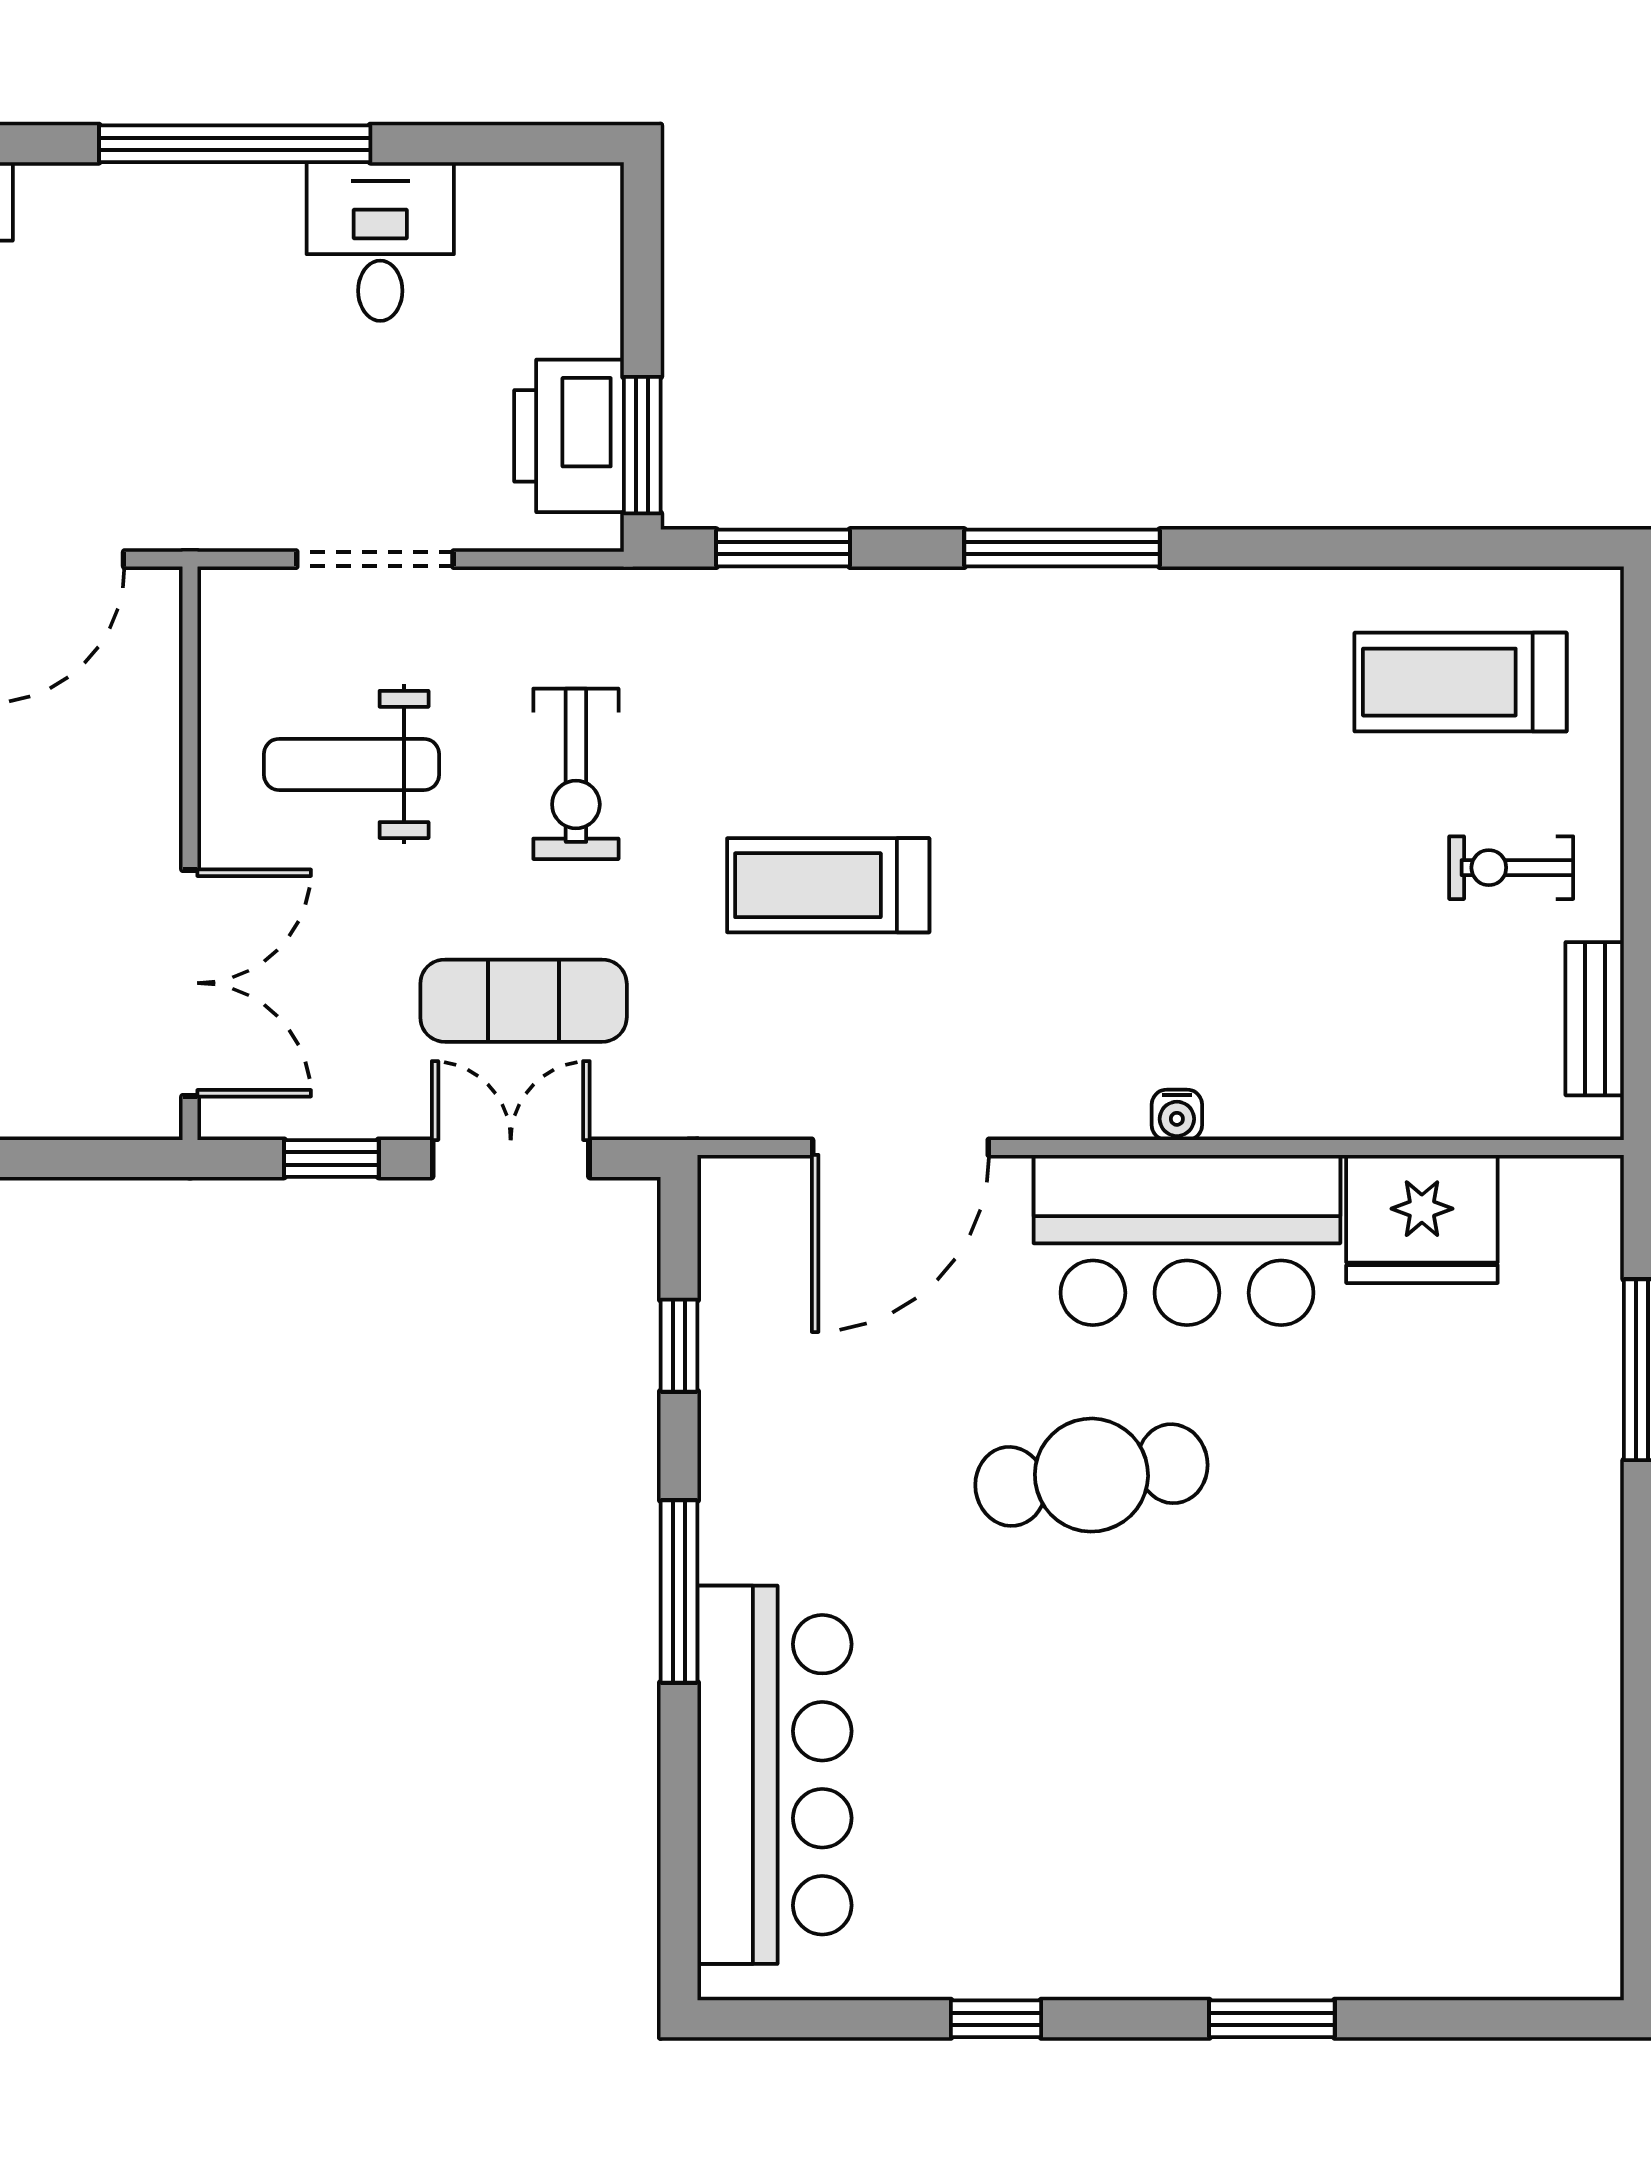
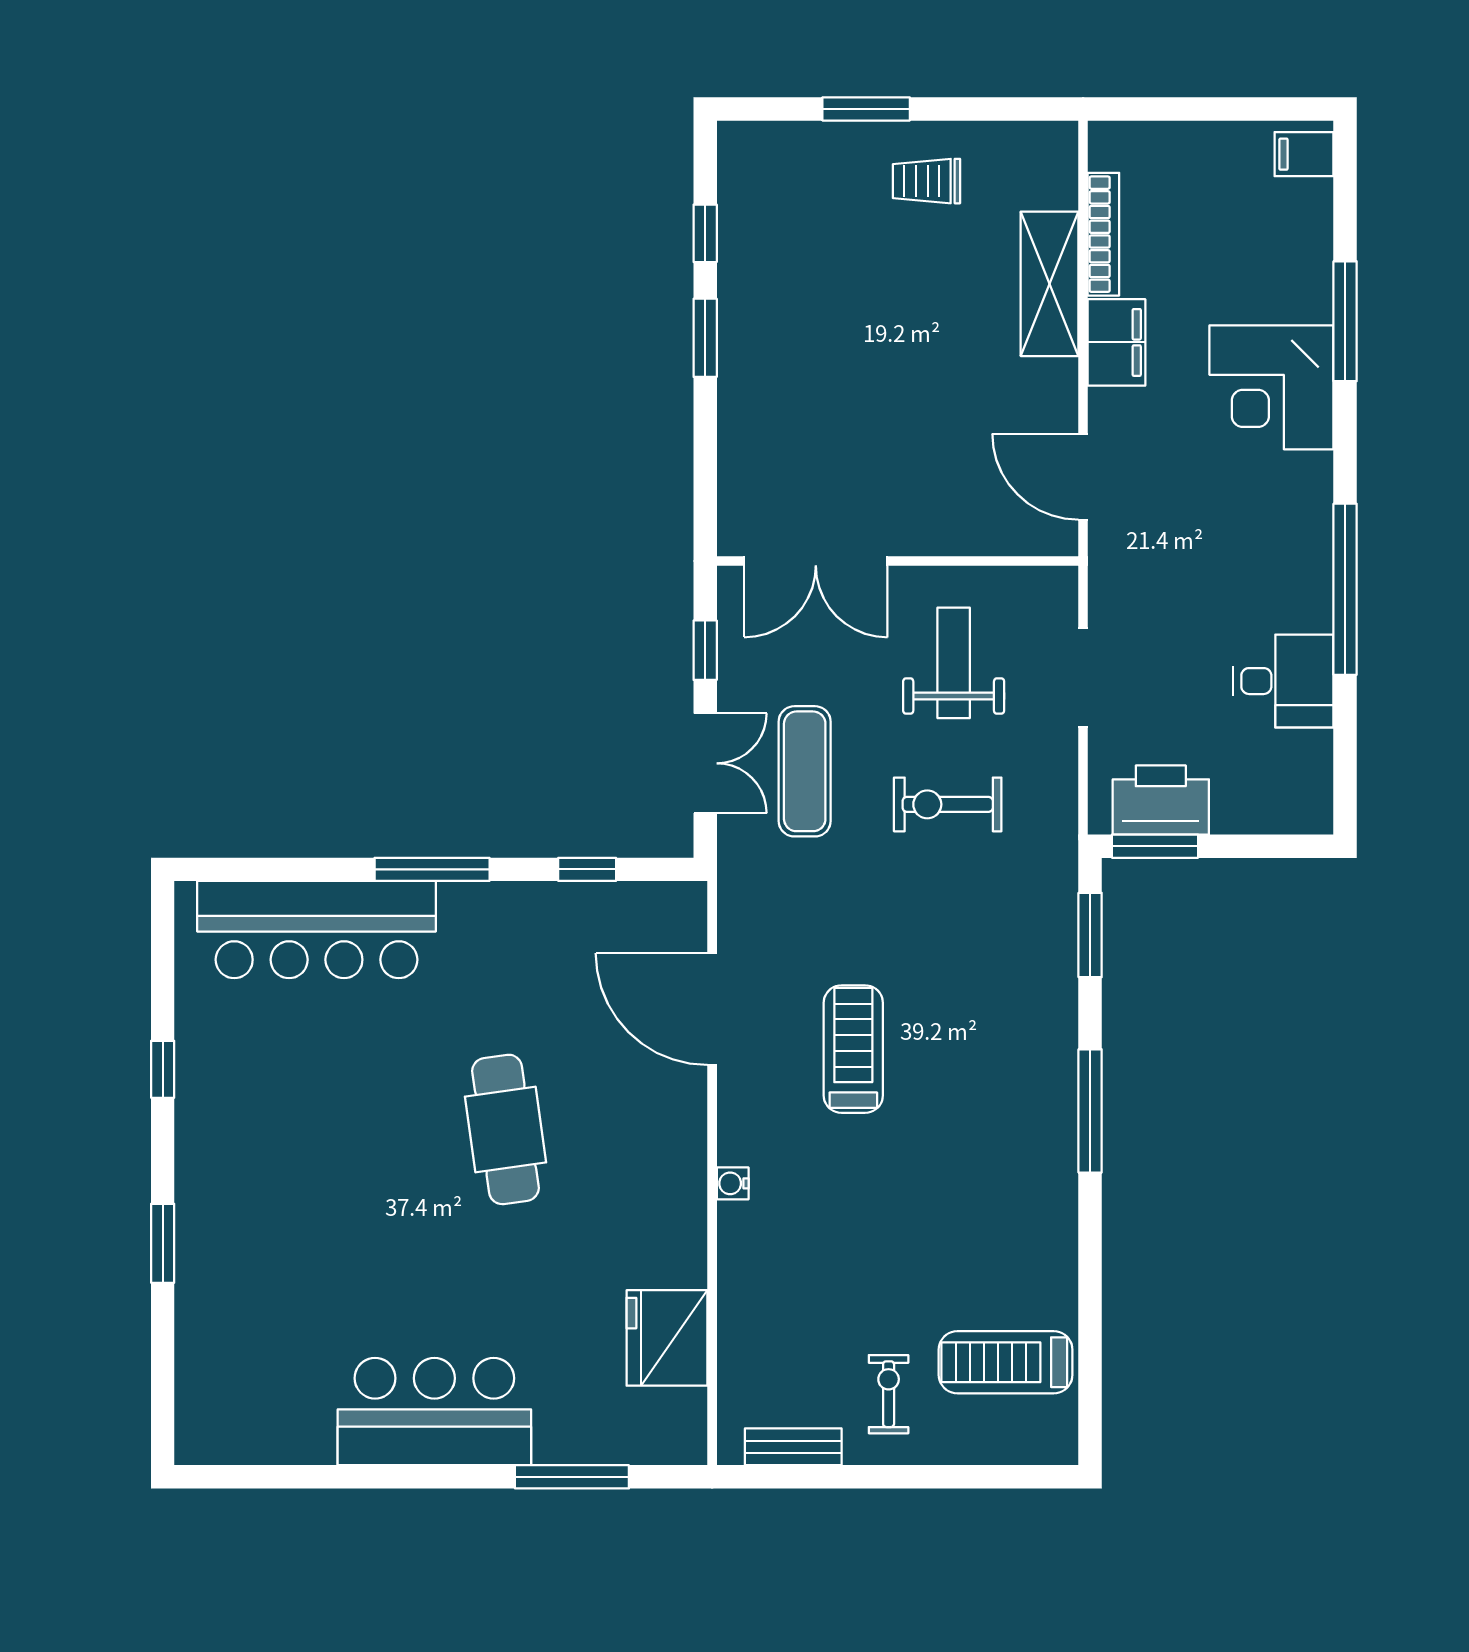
treadmill: (1461, 682) -> (1006, 1362), turned -90
treadmill: (828, 885) -> (853, 1049), moved
bar counter: (1187, 1240) -> (434, 1412), moved, turned 90

